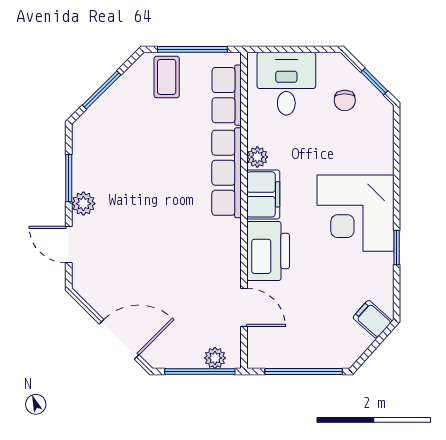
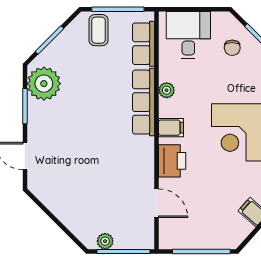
filing cabinet: (263, 194) -> (171, 128), width x0.50
plant: (83, 204) -> (44, 84), moved, width x1.88, depth x1.88
printer: (268, 251) -> (172, 161), width x0.73, depth x0.84
door: (119, 339) -> (63, 227), removed
plant: (215, 358) -> (105, 241), moved

